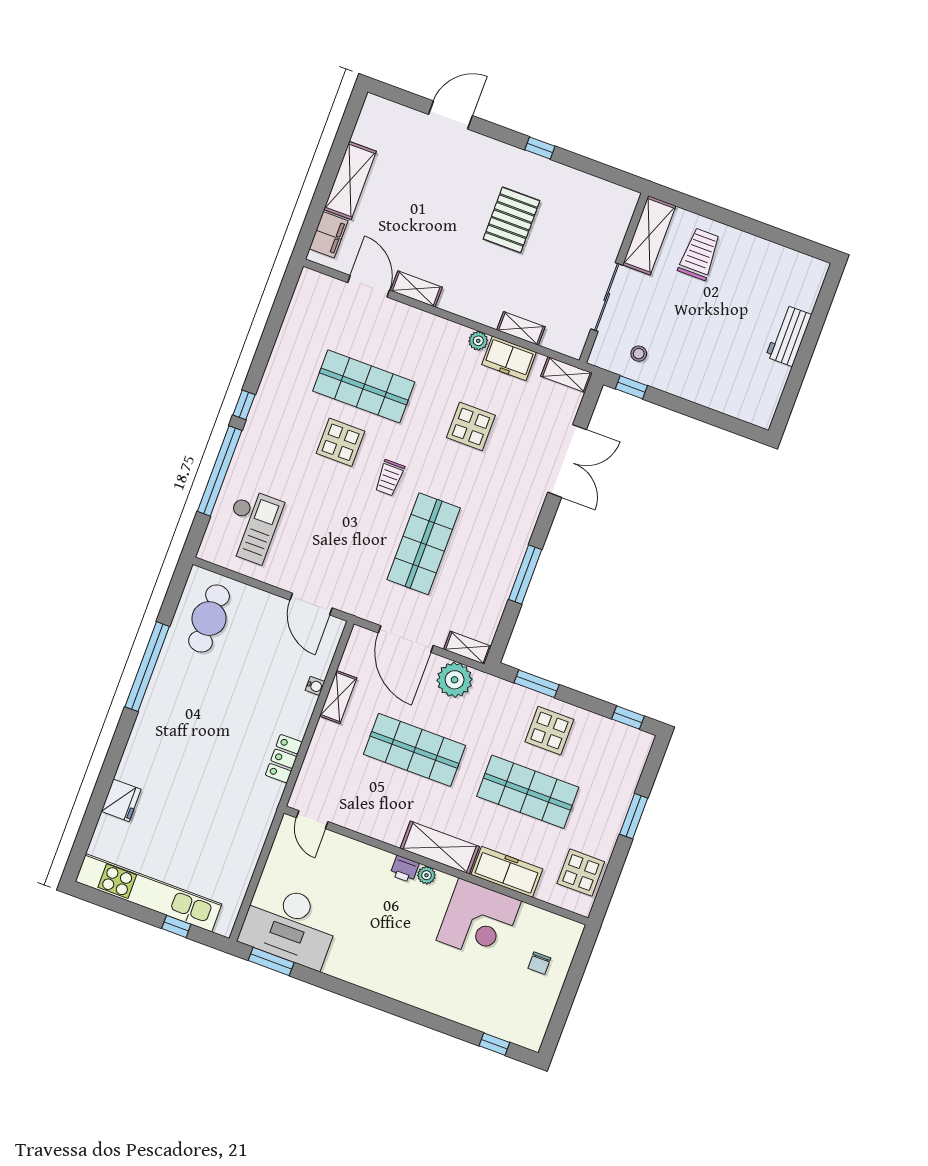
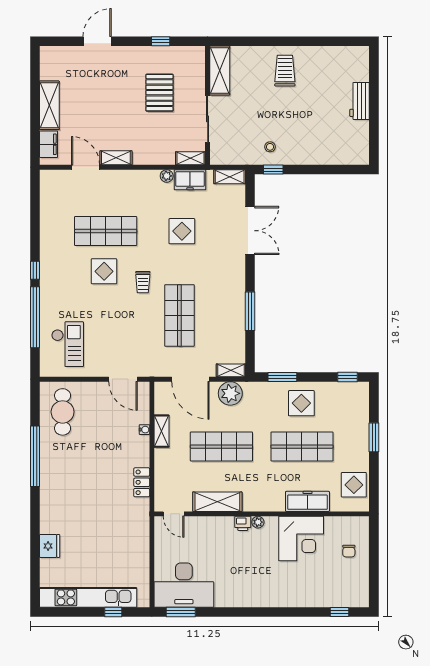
shelving: (649, 235) -> (220, 70), moved
wall: (614, 278) -> (208, 105), moved
sliding door: (607, 297) -> (208, 119), moved
shelving: (440, 847) -> (217, 502), moved

